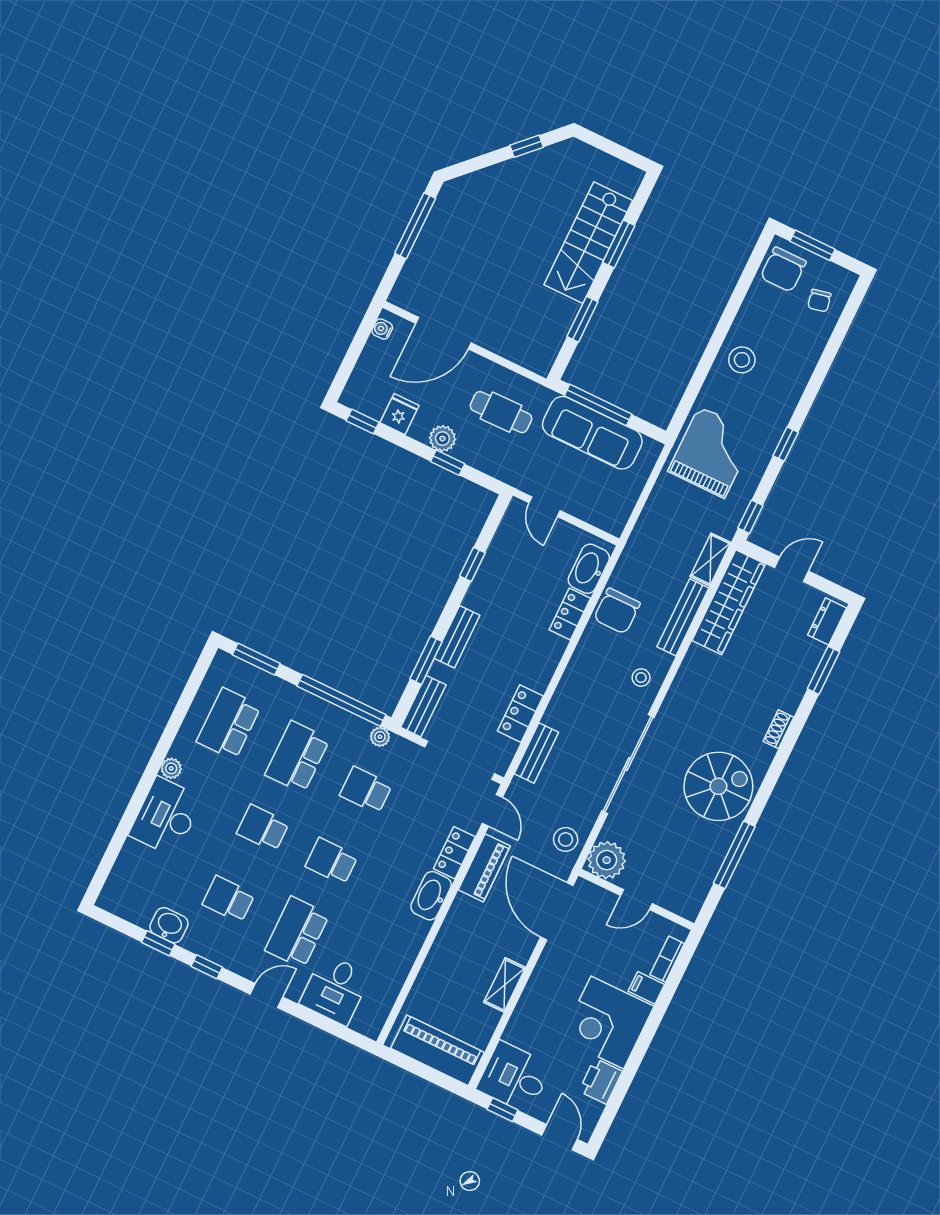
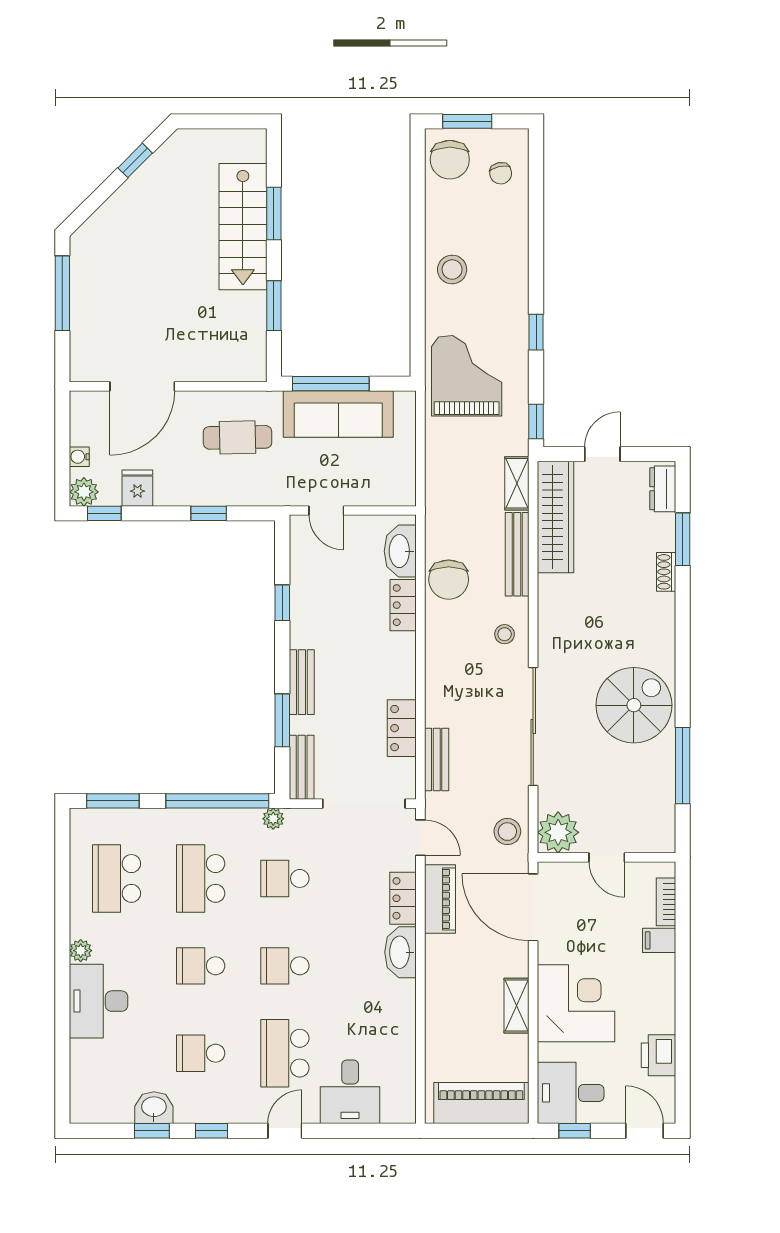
water cooler: (382, 329) -> (79, 457), moved
plant: (442, 439) -> (84, 492), moved
shoe rack: (778, 729) -> (666, 572), moved
door: (636, 900) -> (607, 857), hinge flipped
corner desk: (607, 1023) -> (576, 1003), moved, turned 180

